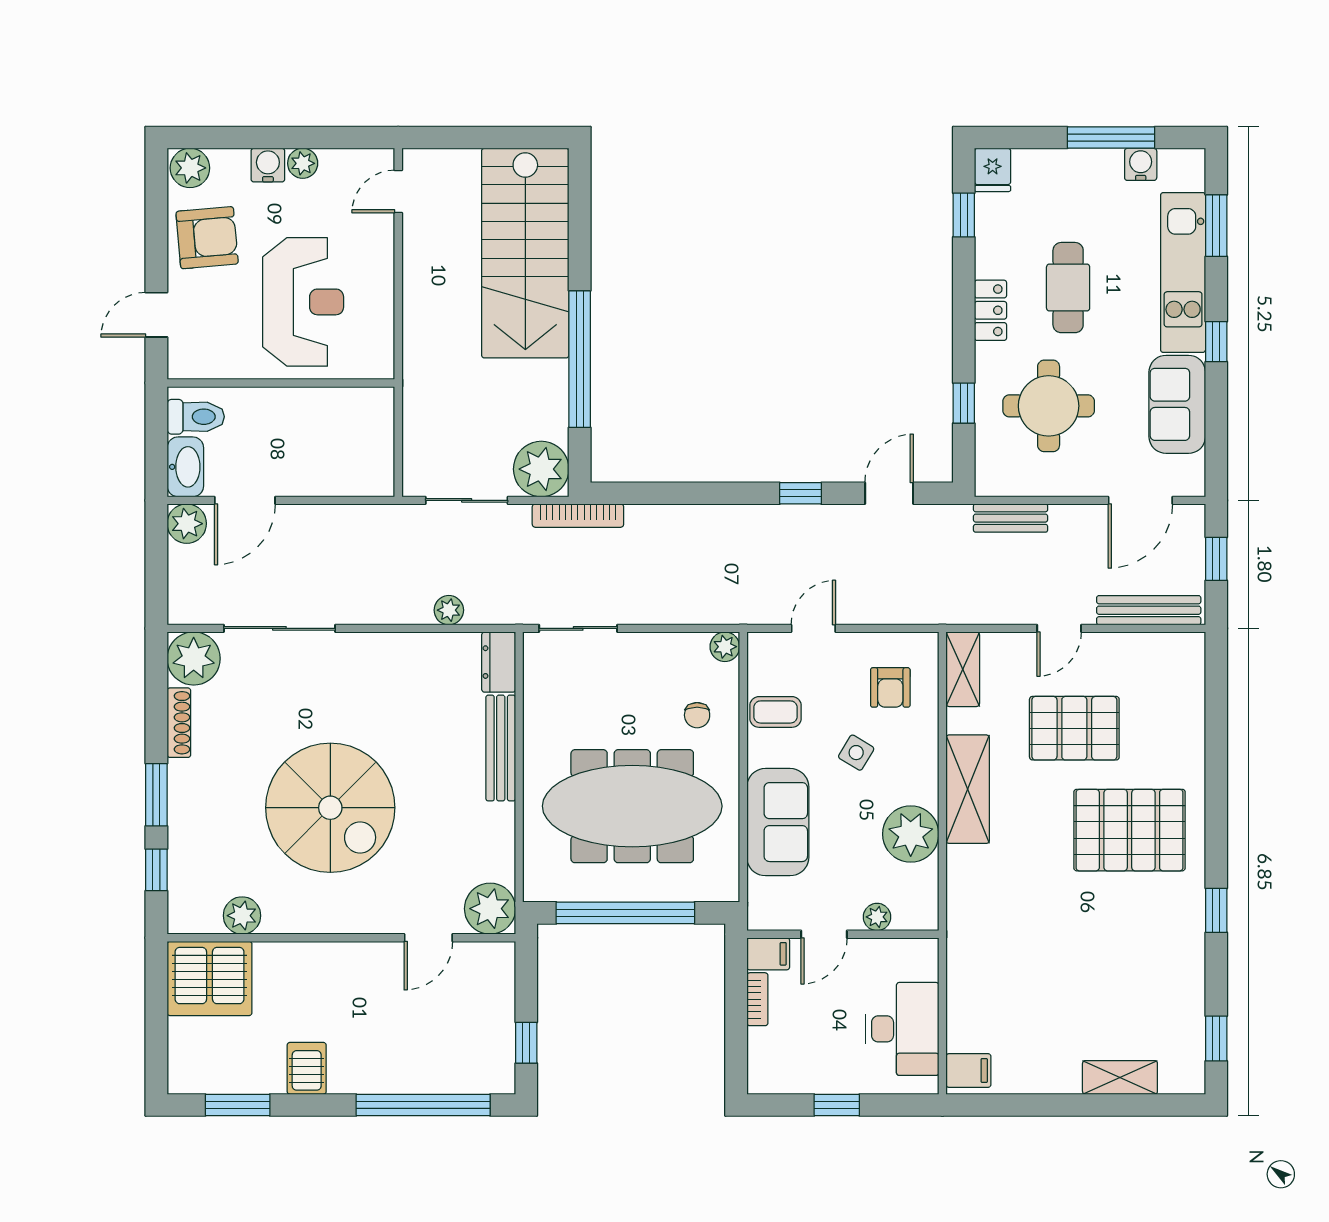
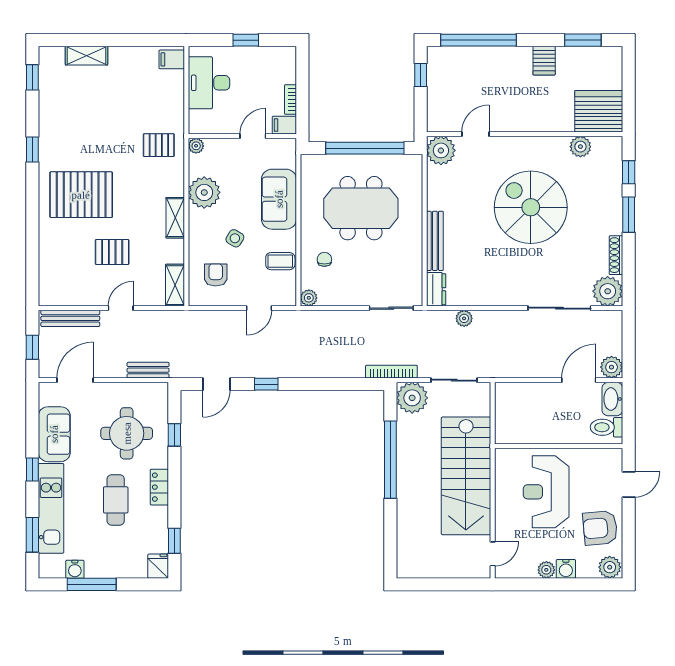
stairs: (525, 253) -> (466, 476), moved, turned 180
pallet: (1074, 728) -> (112, 252), width x0.67, depth x0.71
shelving: (968, 789) -> (175, 218), width x0.67, depth x0.75
meeting table: (632, 806) -> (361, 208), width x0.73
plant: (877, 917) -> (196, 146), moved
pallet: (991, 918) -> (159, 145), added

